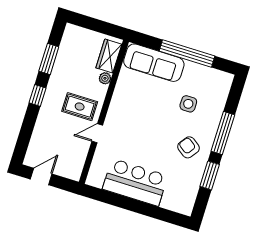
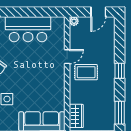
window: (49, 59) -> (120, 113), moved
plant: (105, 78) -> (74, 21), moved

